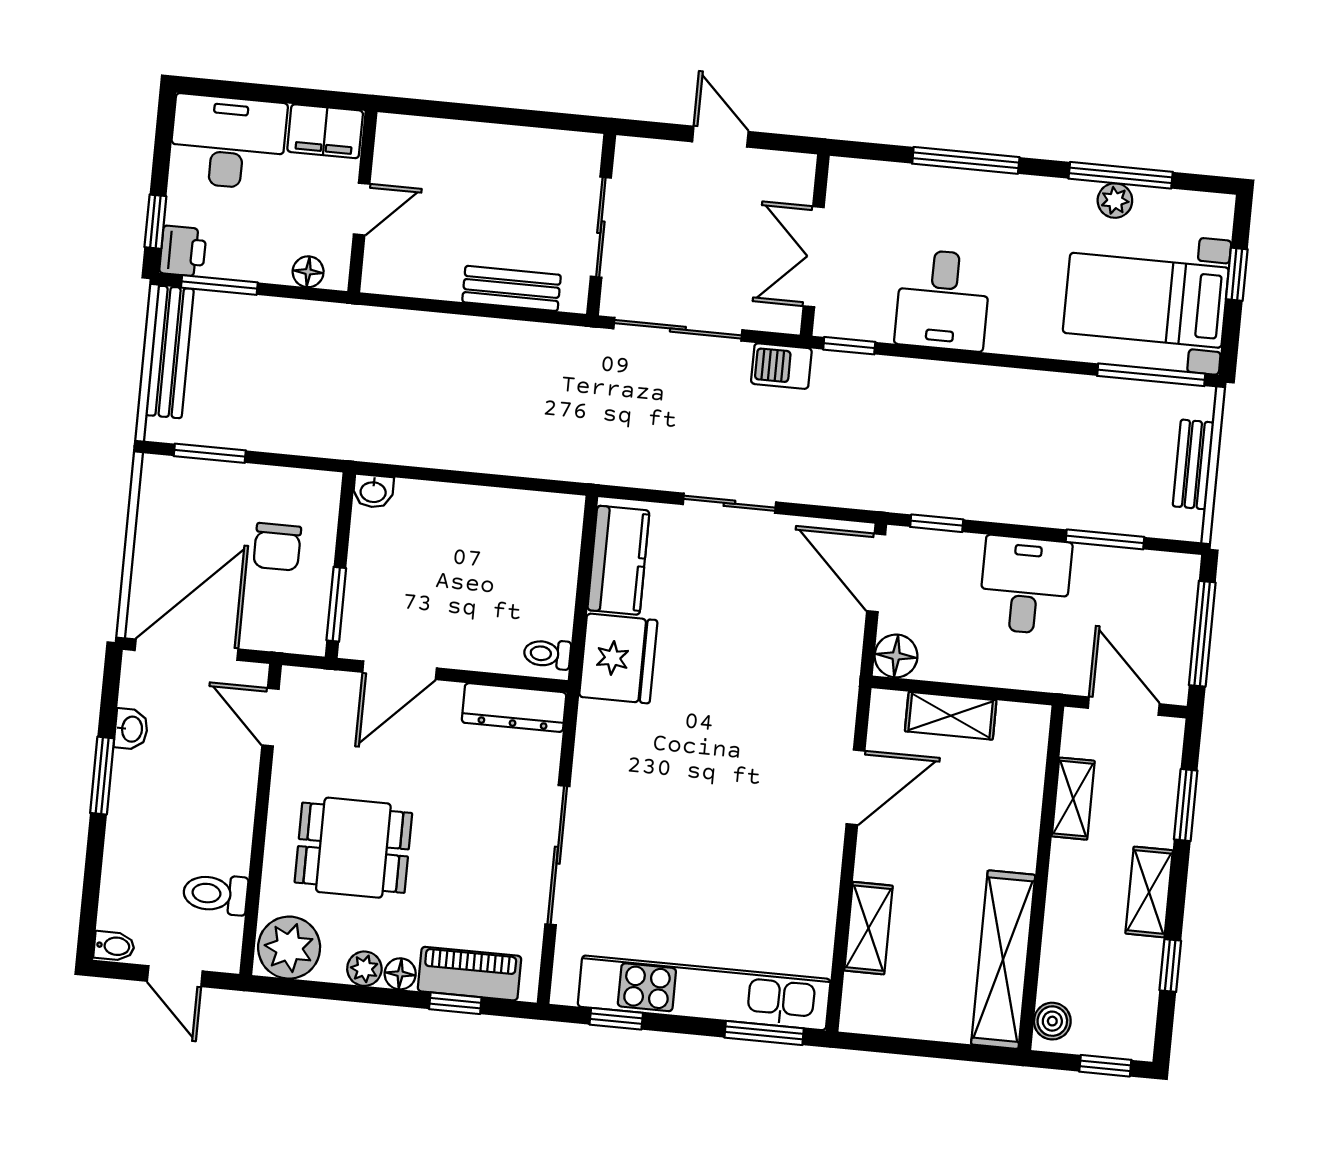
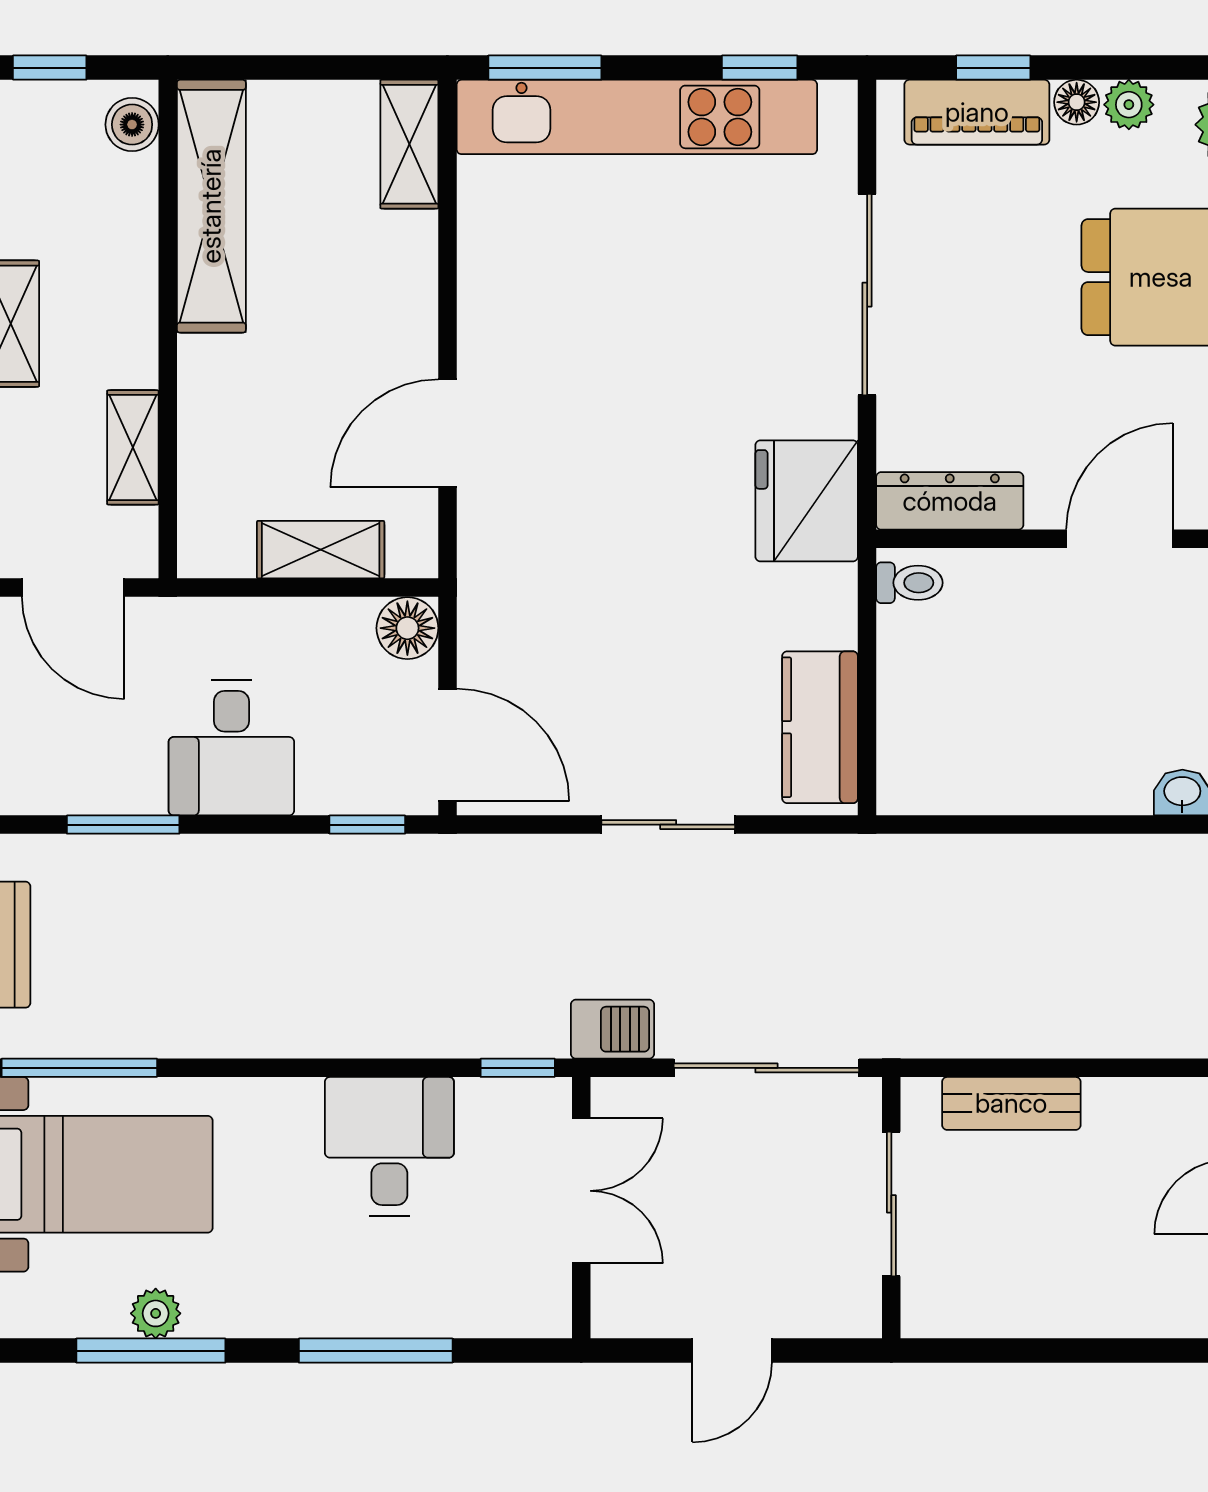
door: (720, 137) -> (732, 1351), hinge flipped
fridge: (618, 658) -> (807, 501), moved
shelving: (869, 928) -> (409, 144), moved

